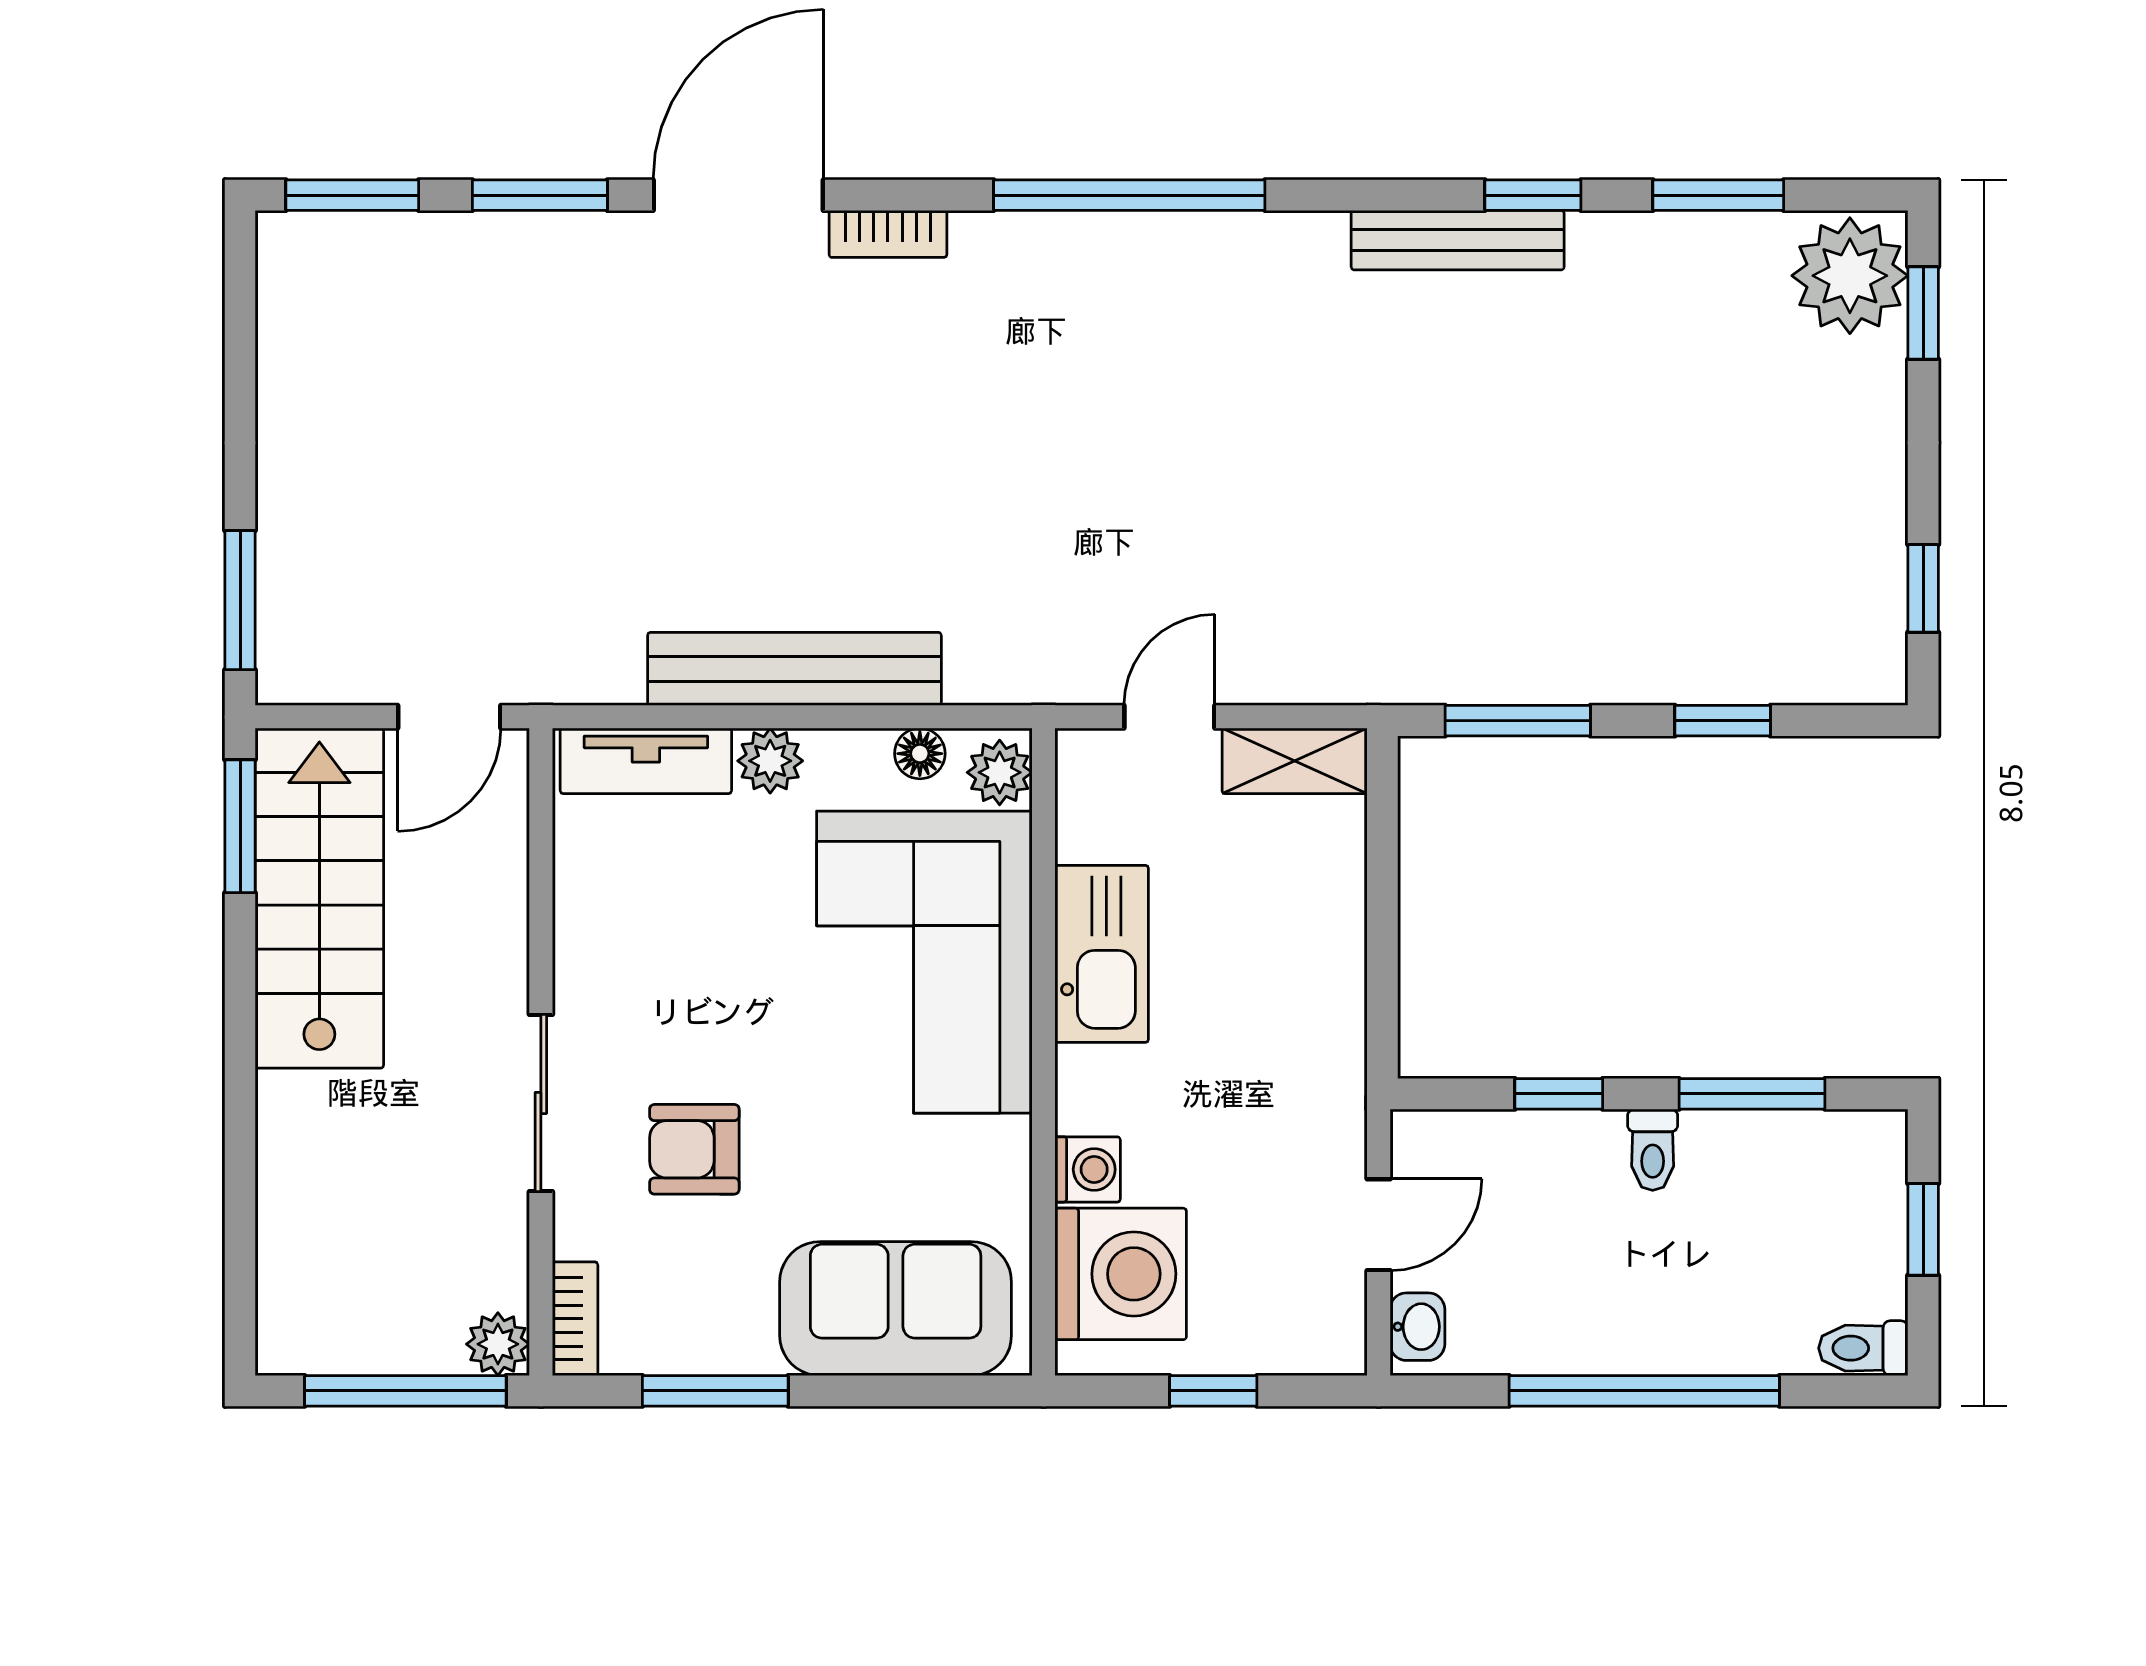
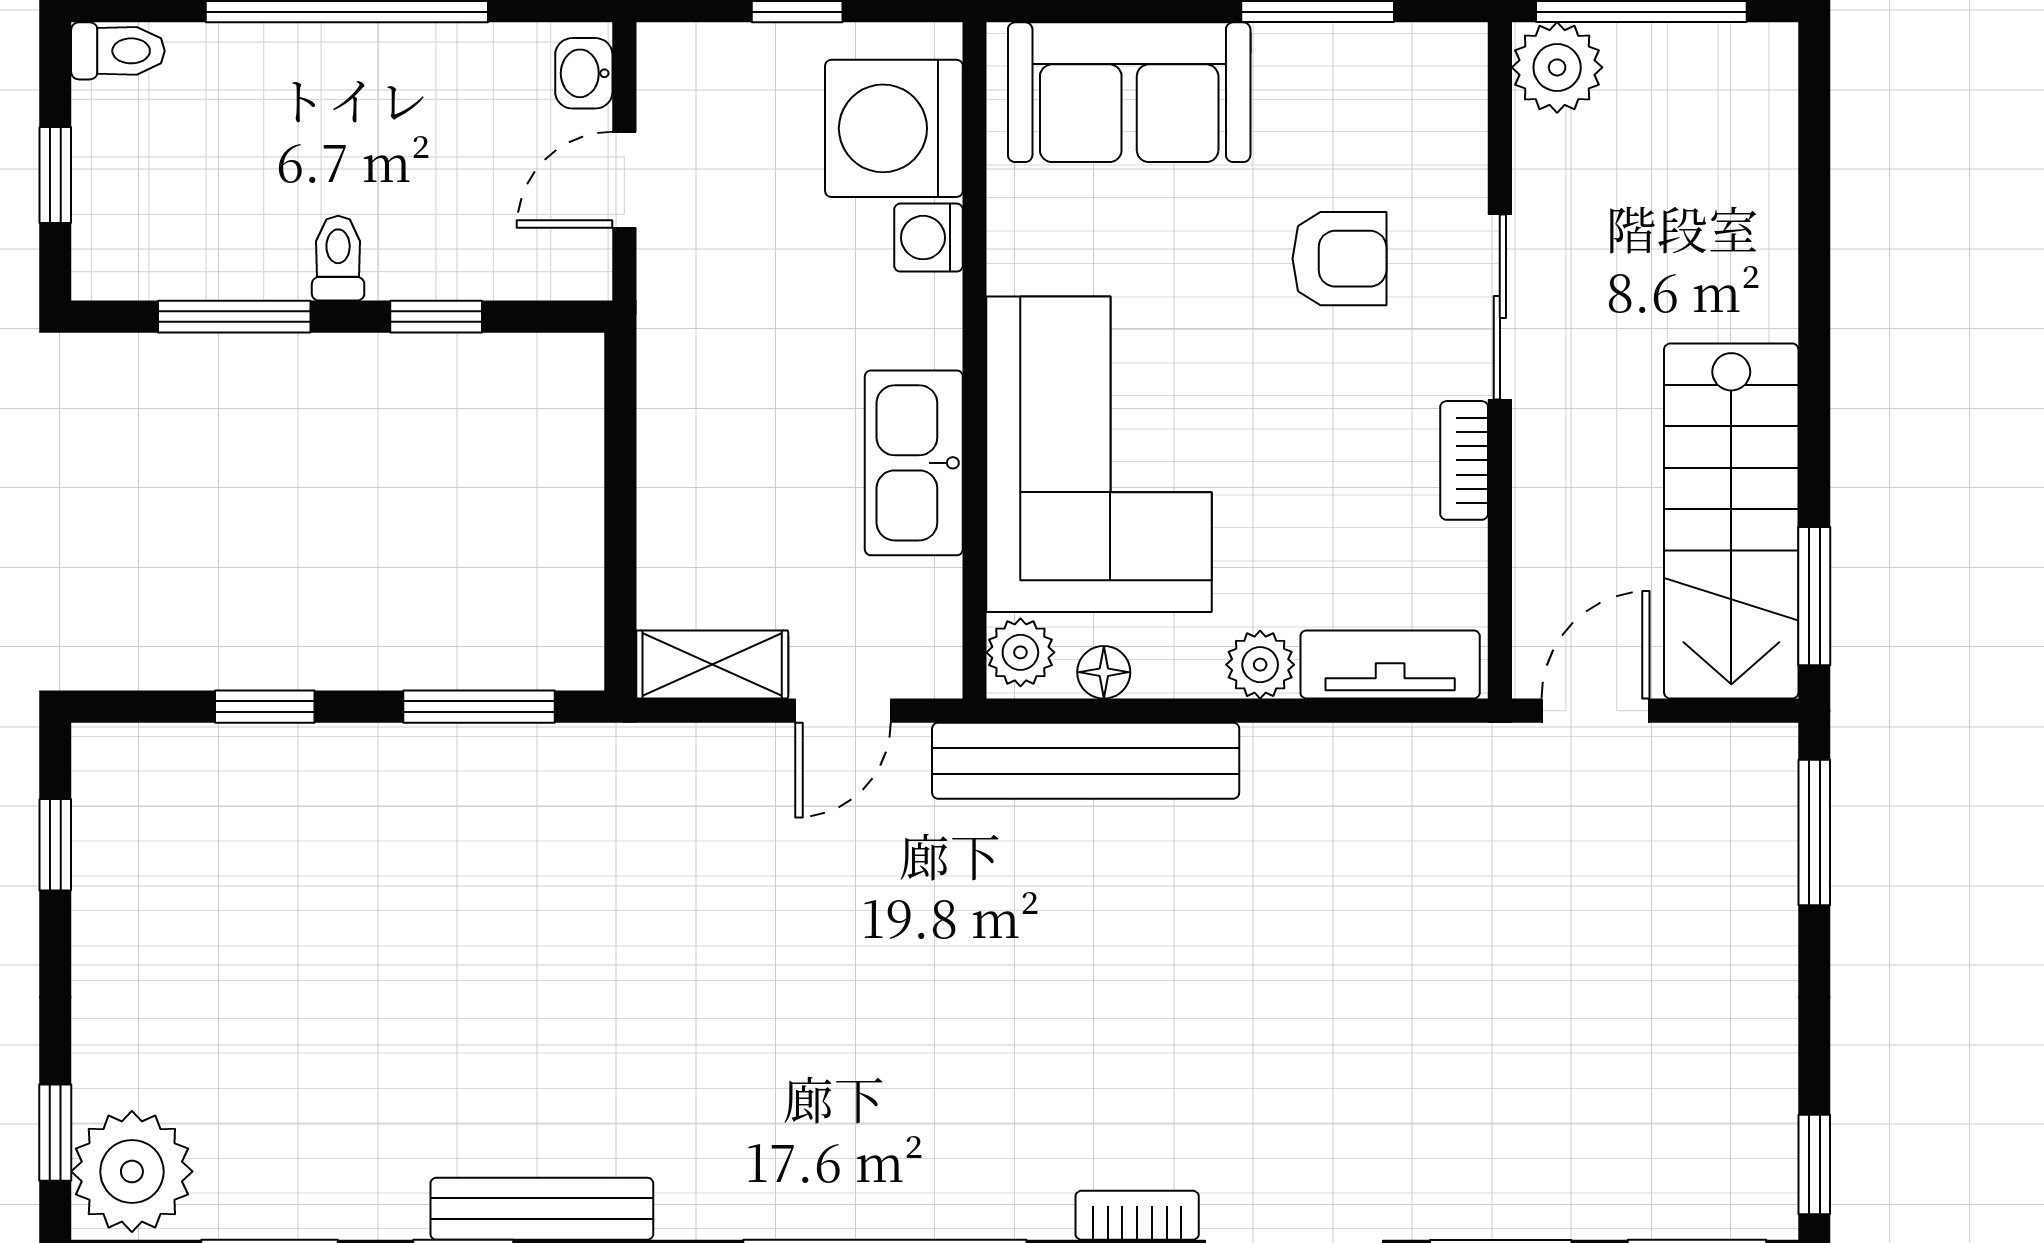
window: (240, 282) -> (1814, 1164), added
bench: (794, 669) -> (1086, 761), moved
bookcase: (575, 1319) -> (1464, 460), moved
plant: (498, 1344) -> (1557, 67), width x1.38, depth x1.38

